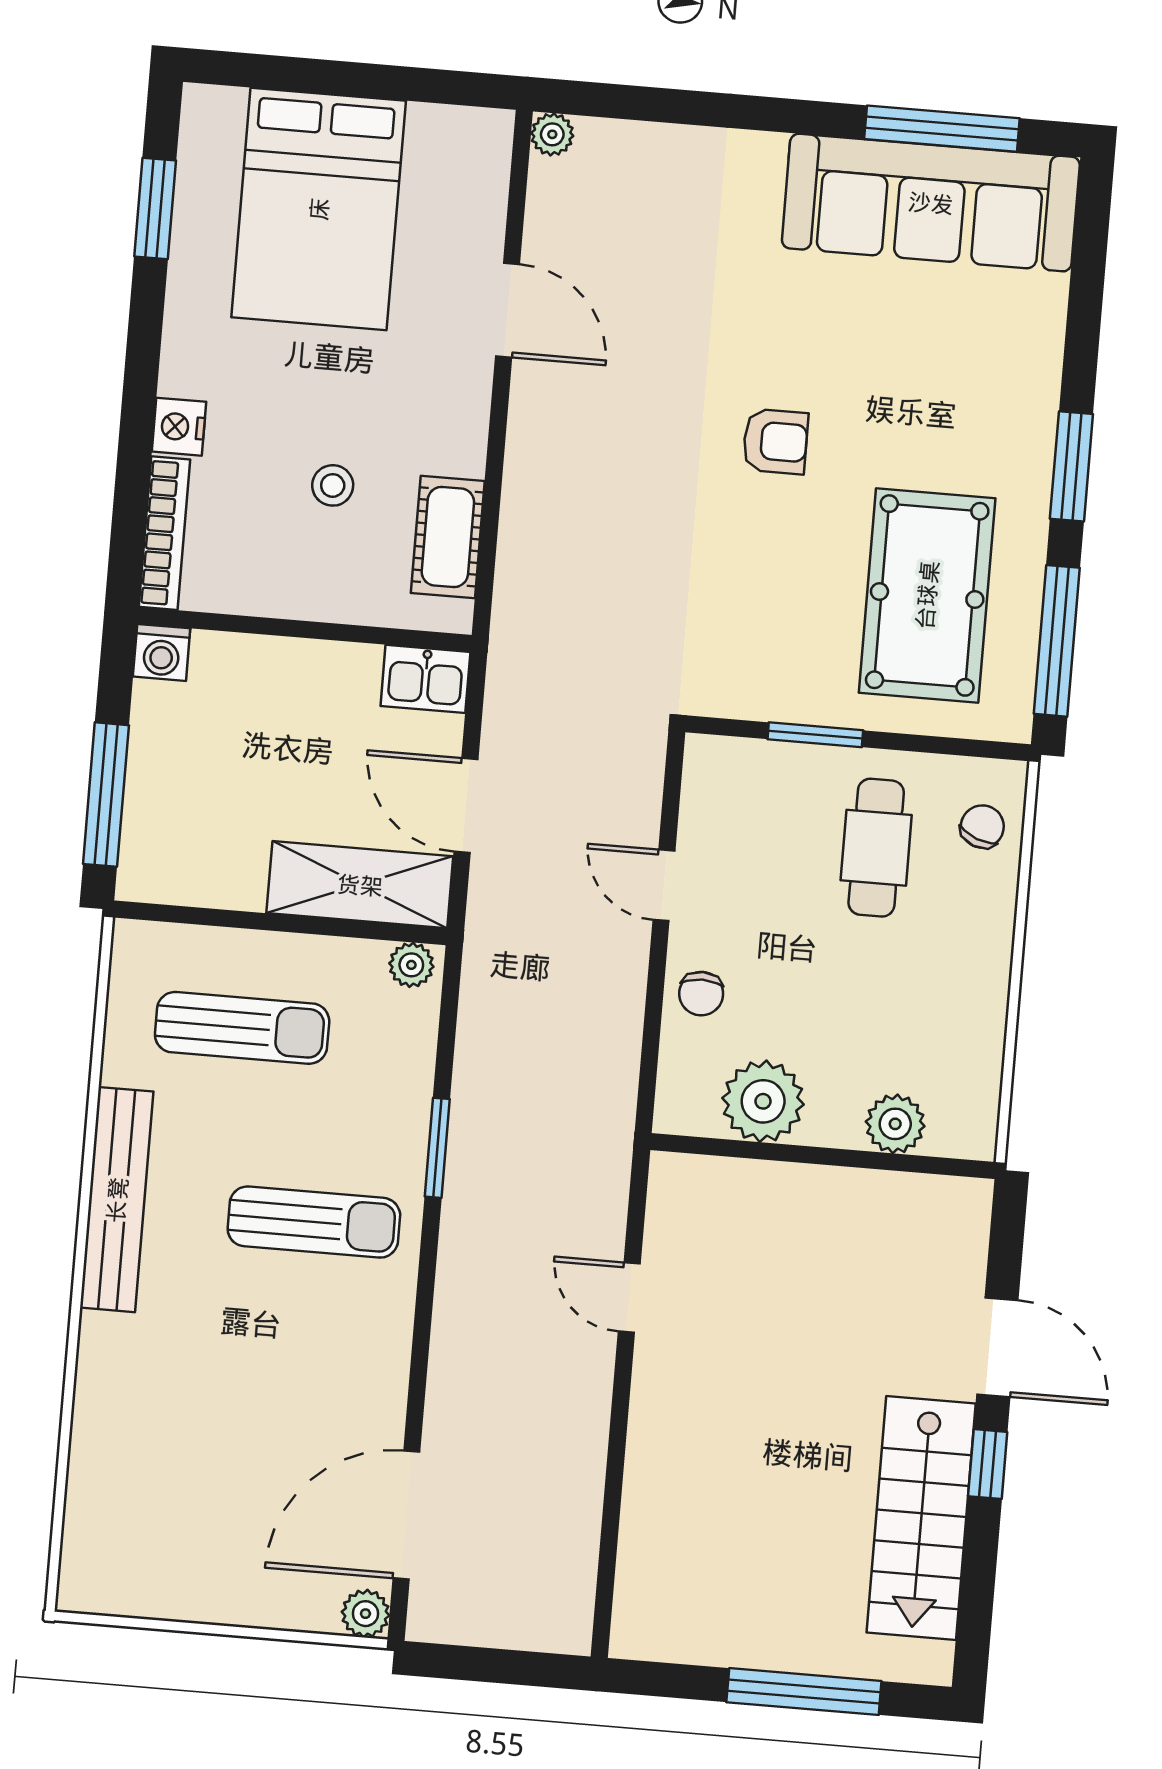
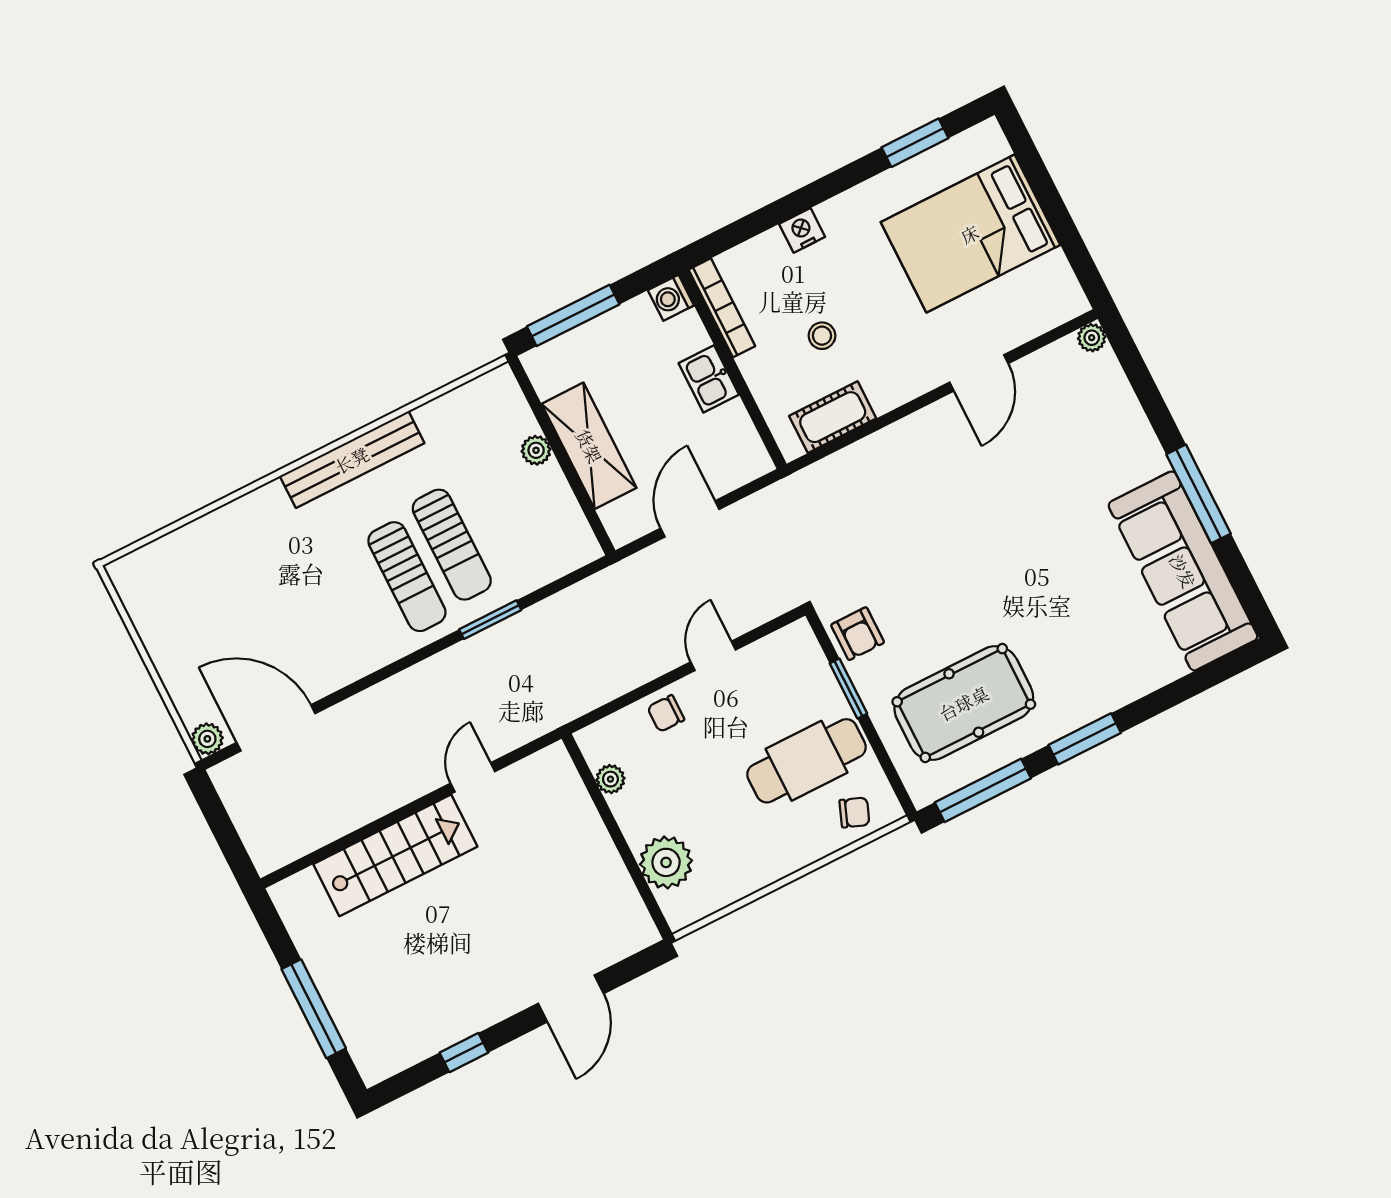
window: (942, 129) -> (1199, 494), moved
armchair: (775, 441) -> (858, 634), moved
bookcase: (164, 533) -> (722, 308), moved, turned -90
kitchen sink: (425, 679) -> (709, 379), moved
cafe table: (876, 848) -> (807, 761), width x1.37, depth x1.35
shelving: (360, 885) -> (589, 446), moved
plant: (411, 965) -> (536, 450), moved
sun lounger: (242, 1028) -> (452, 545), moved
plant: (763, 1101) -> (610, 779), width x0.53, depth x0.53
plant: (895, 1124) -> (666, 862), width x1.36, depth x1.36
window: (988, 1464) -> (464, 1053), moved
stairs: (921, 1518) -> (395, 855), moved, turned 180

